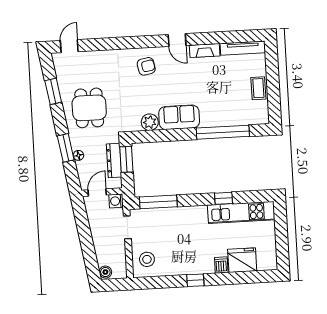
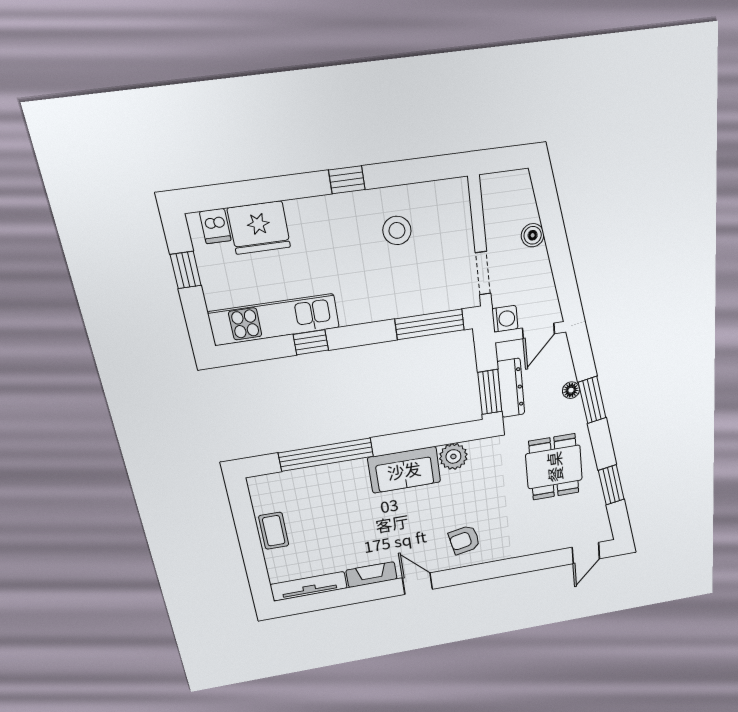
window: (282, 242) -> (186, 270), added
stool: (147, 259) -> (397, 230), moved
dishwasher: (221, 265) -> (215, 226), moved
boiler: (105, 272) -> (533, 235), moved

